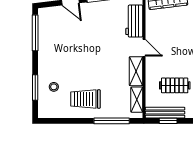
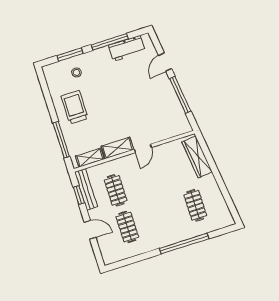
workbench: (134, 21) -> (127, 48), moved, turned 180
window: (35, 33) -> (110, 42), moved

